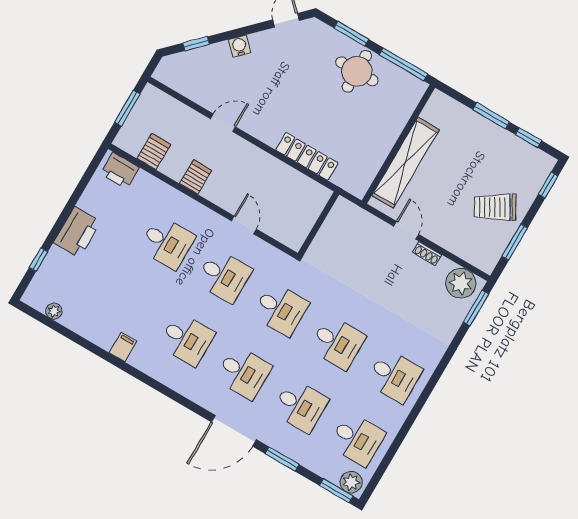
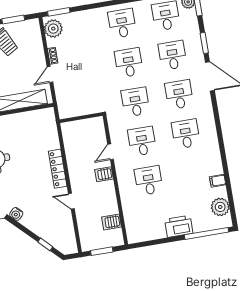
water cooler: (239, 46) -> (16, 214), moved
locker: (307, 156) -> (58, 169), moved
printer: (120, 171) -> (134, 230), removed
server rack: (196, 177) -> (104, 174), moved
window: (38, 260) -> (206, 233), width x3.17
plant: (54, 311) -> (220, 207), width x1.88, depth x1.88
filing cabinet: (123, 347) -> (218, 181), moved

